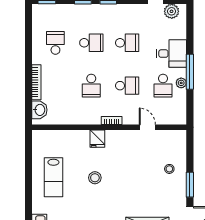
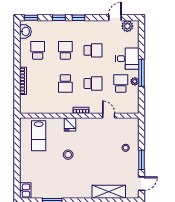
school desk: (91, 43) -> (65, 50), turned -90
school desk: (163, 86) -> (121, 83), turned 180
washbasin: (39, 110) -> (25, 31), moved
lab bench: (53, 177) -> (39, 136), moved

